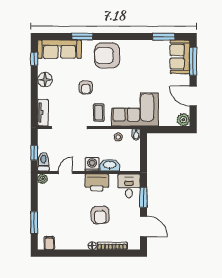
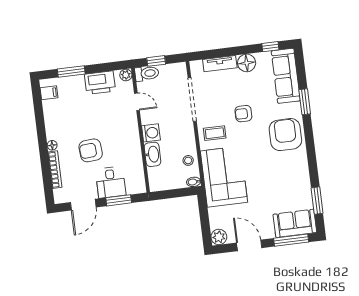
door: (193, 96) -> (249, 245), hinge flipped
tv unit: (43, 113) -> (220, 64), moved
printer: (97, 182) -> (100, 83), moved, turned -90
desk: (129, 186) -> (111, 182), moved, turned 90

